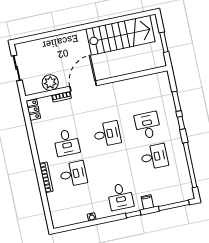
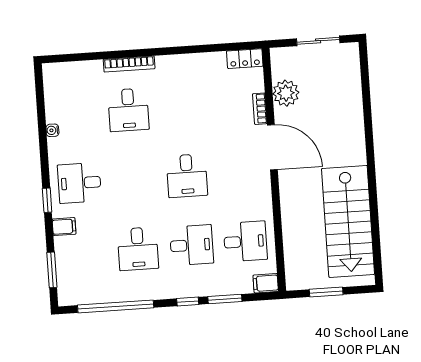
filing cabinet: (164, 79) -> (266, 283), added
desk: (67, 143) -> (245, 241), moved, turned 180
window: (174, 206) -> (52, 270), width x0.69

